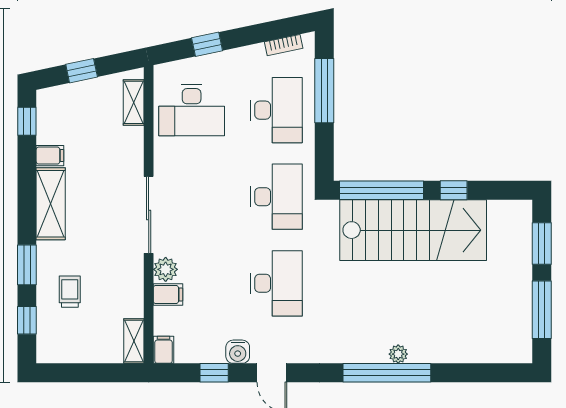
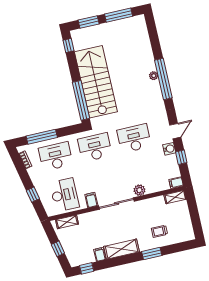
window: (454, 190) -> (68, 45), moved
filing cabinet: (168, 294) -> (91, 200), moved
window: (27, 320) -> (177, 248), removed

